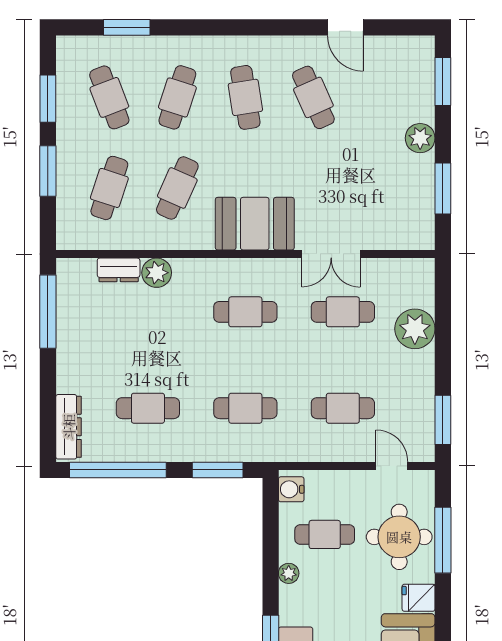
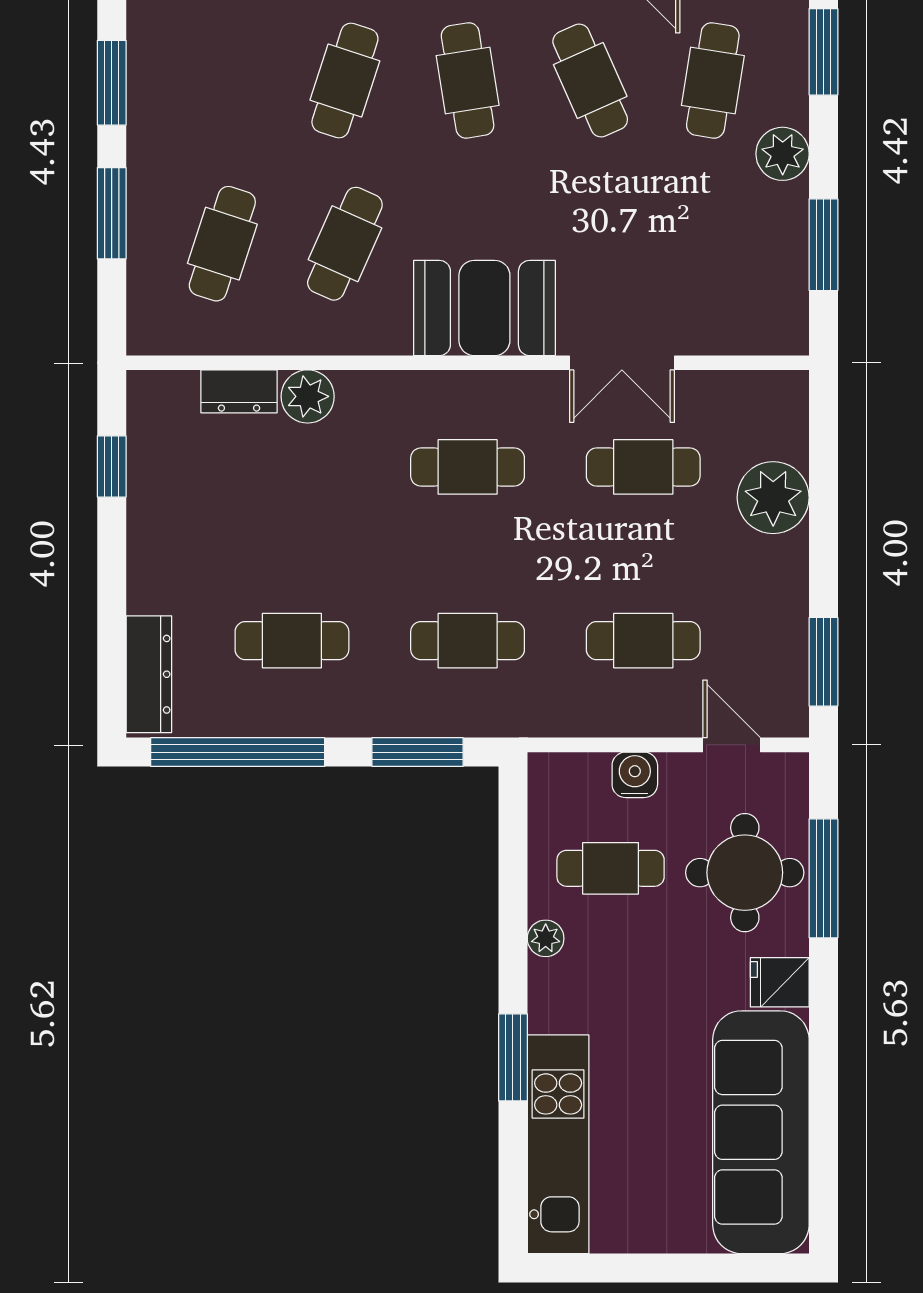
cafe table: (109, 97) -> (713, 80), moved, turned 30
window: (48, 312) -> (112, 466), width x0.46
water cooler: (291, 489) -> (635, 775), moved, turned 90

